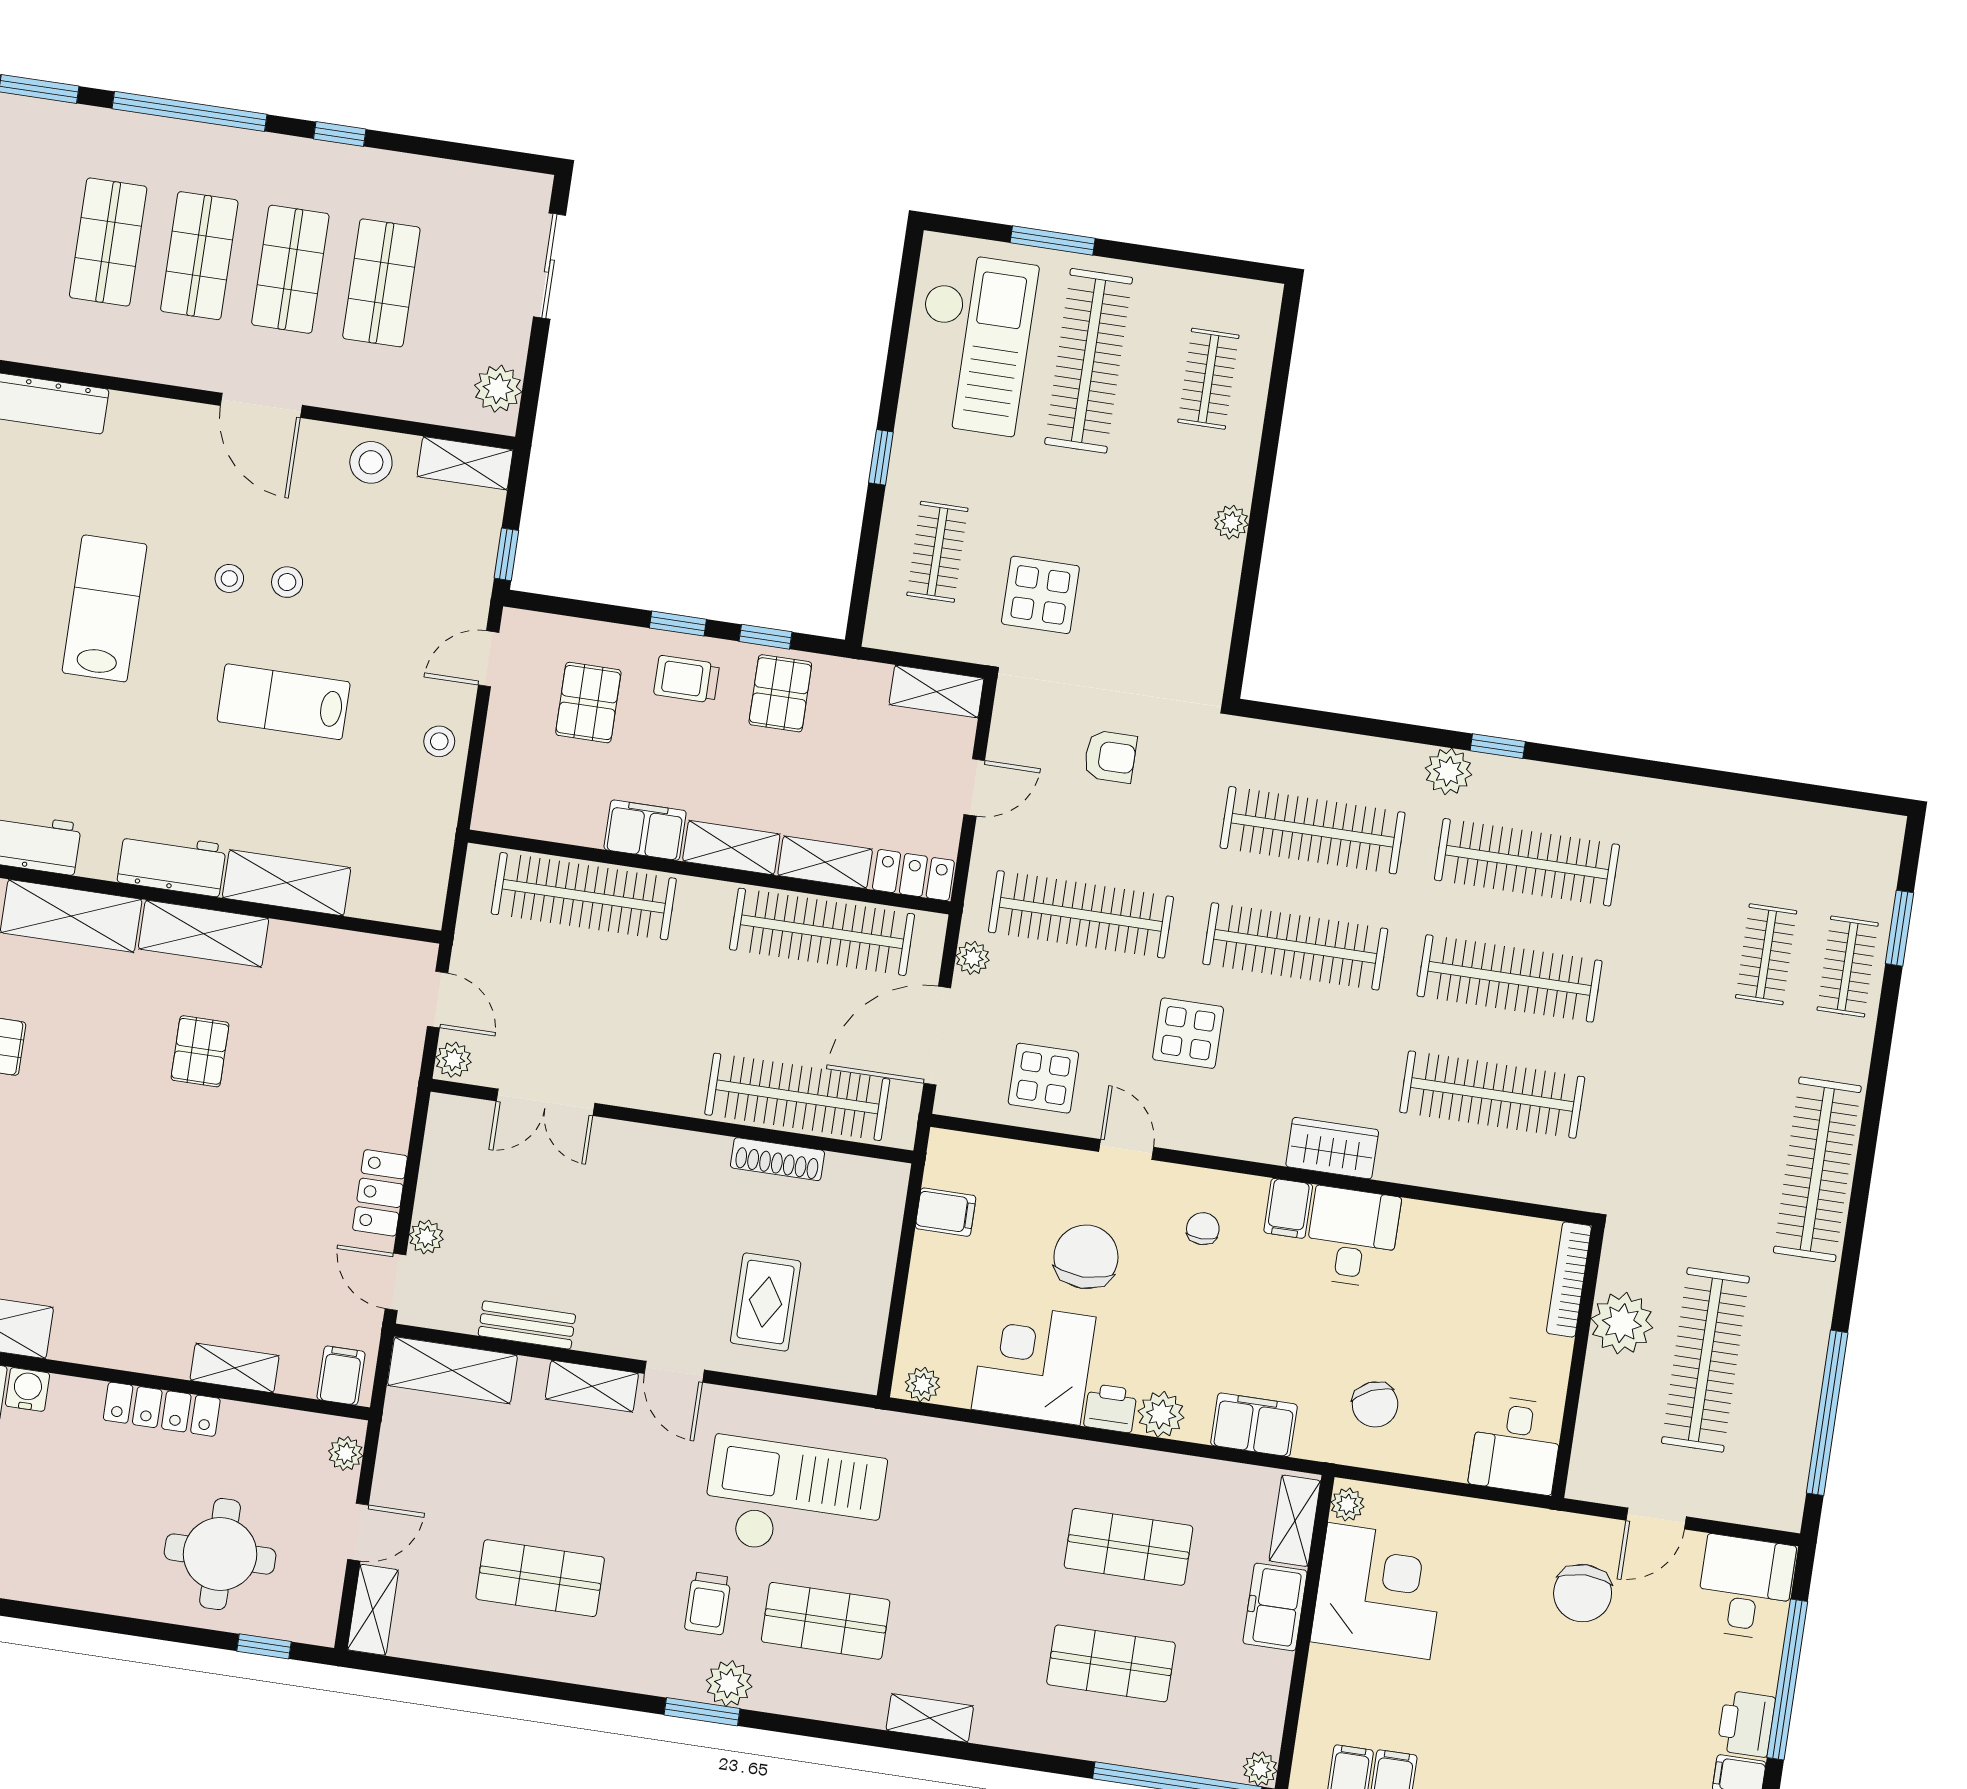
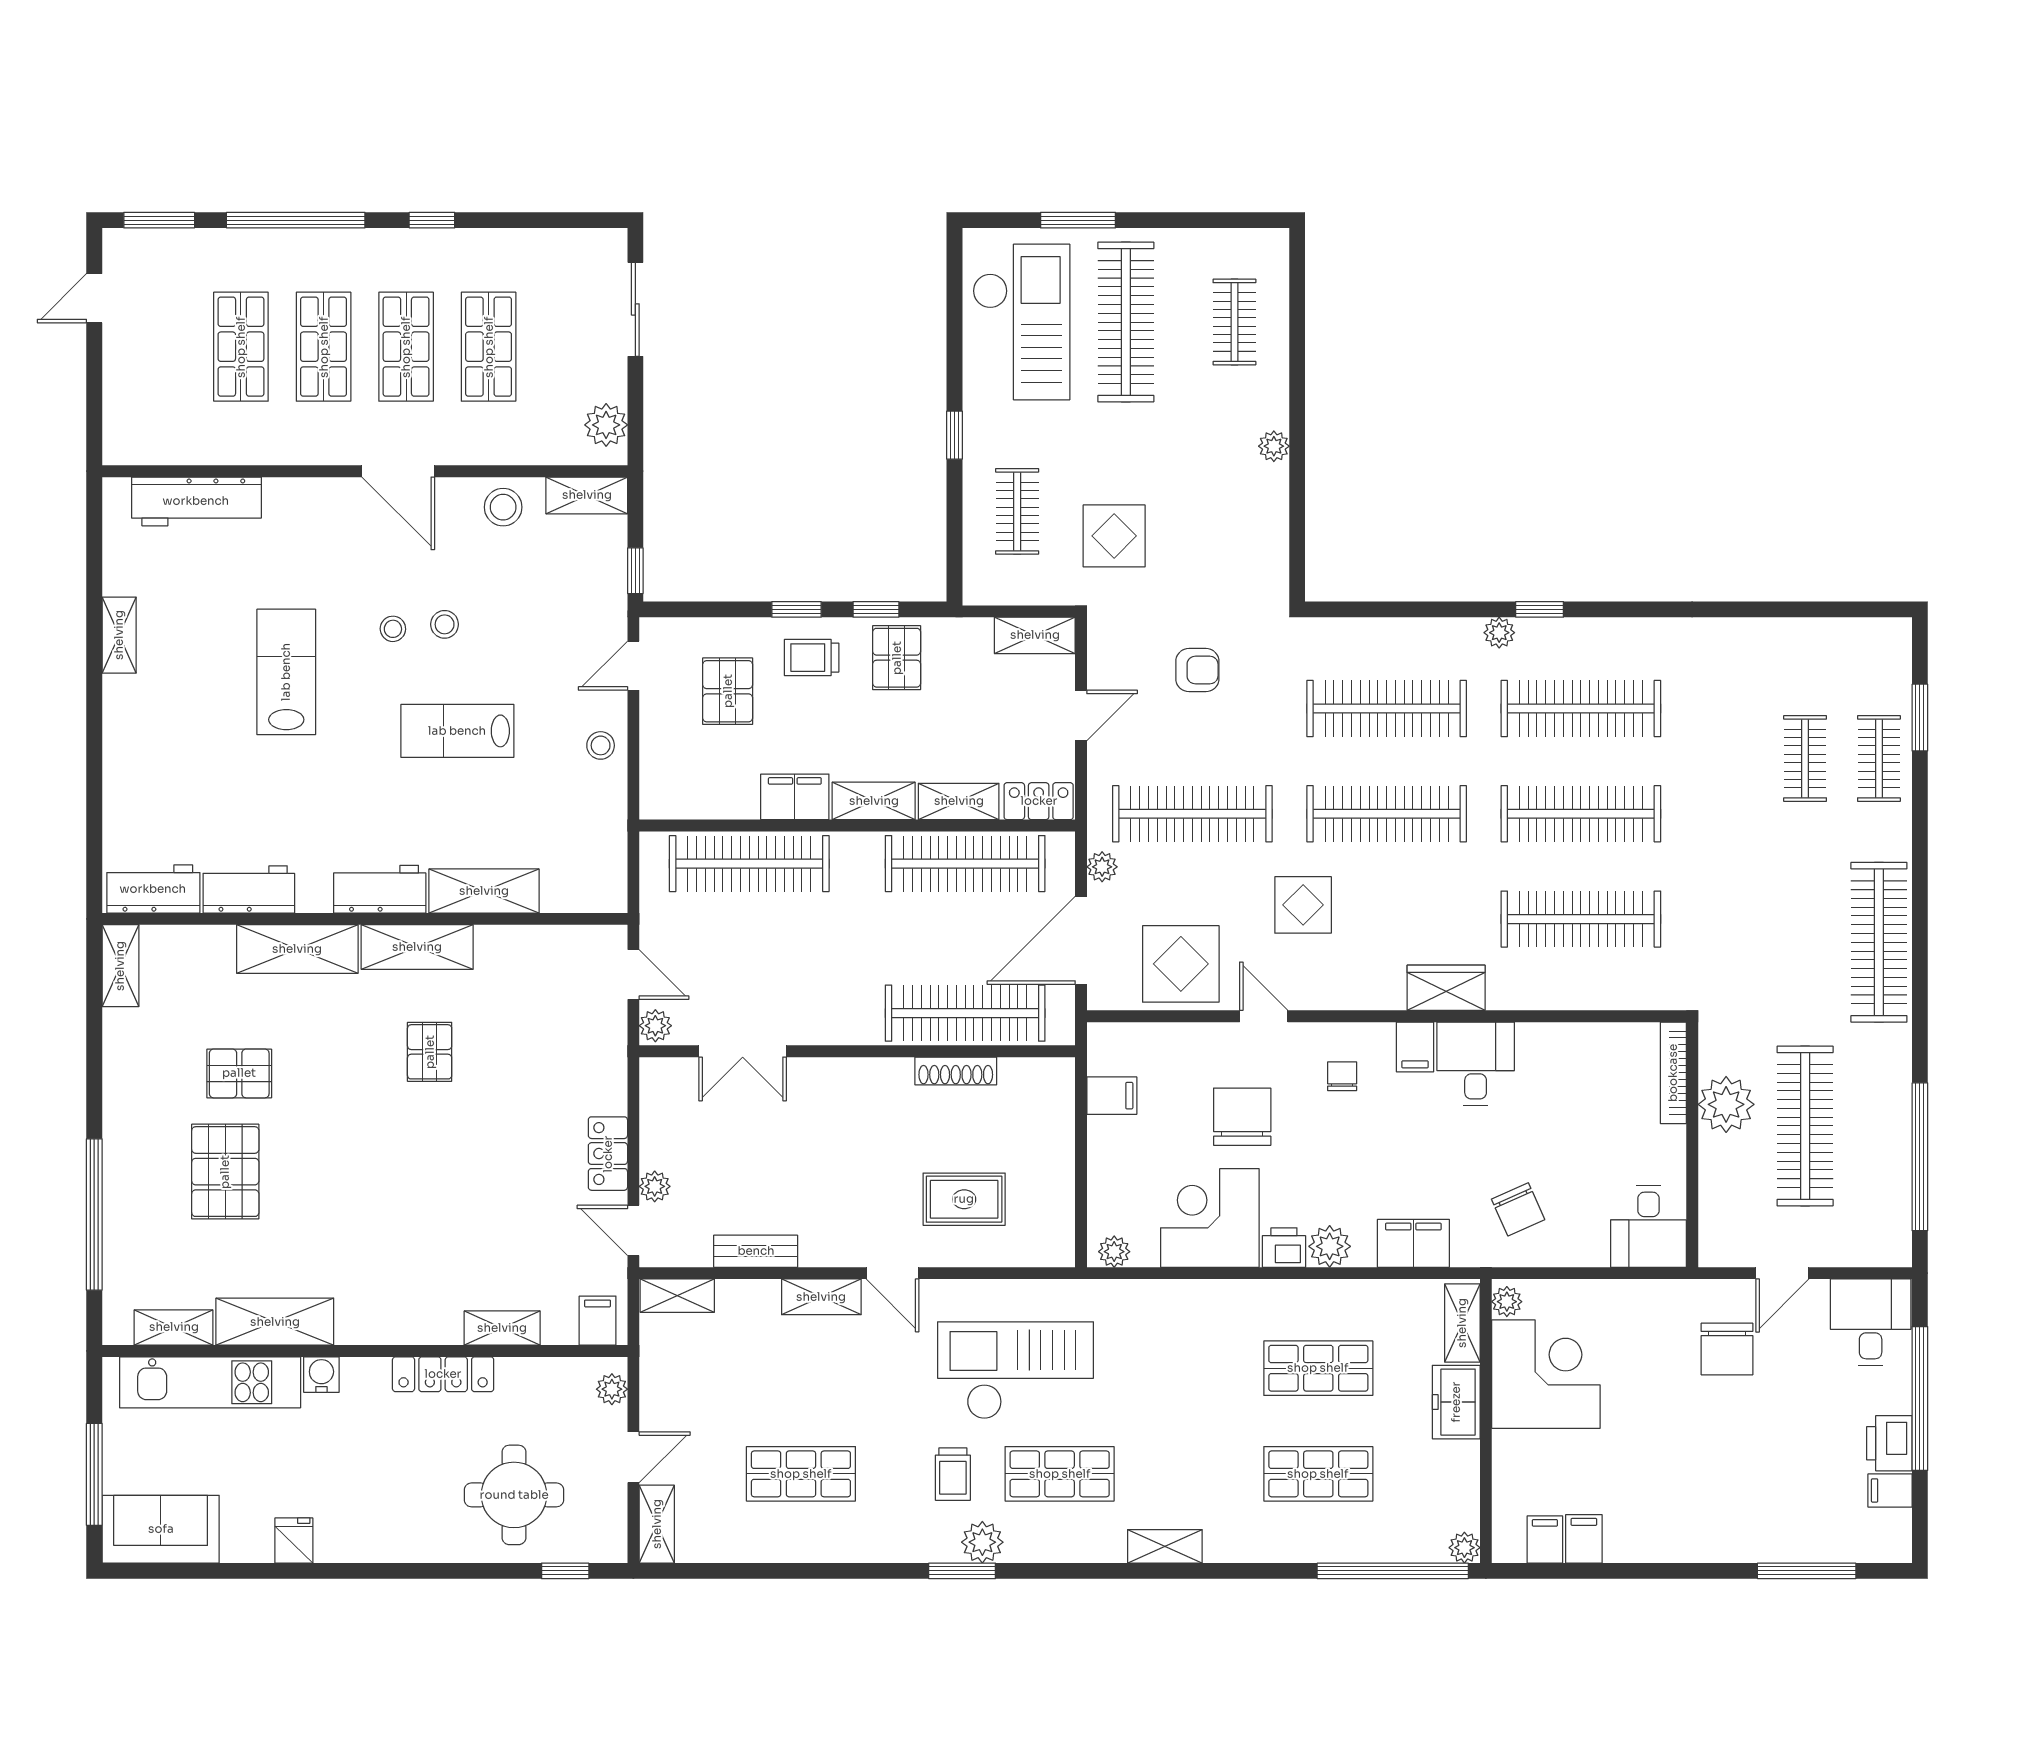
plant: (1448, 771) -> (1499, 633), width x0.73, depth x0.73
display table: (1043, 1078) -> (1181, 964), width x1.36, depth x1.36
rug: (766, 1302) -> (964, 1199), turned 90
shelving: (453, 1370) -> (677, 1296), width x0.67, depth x0.75

